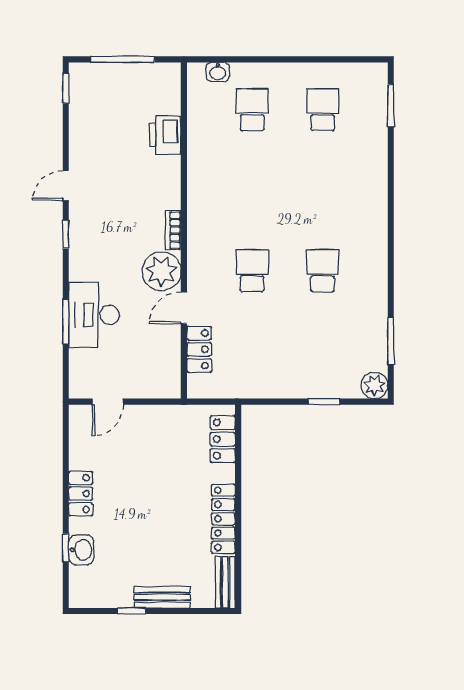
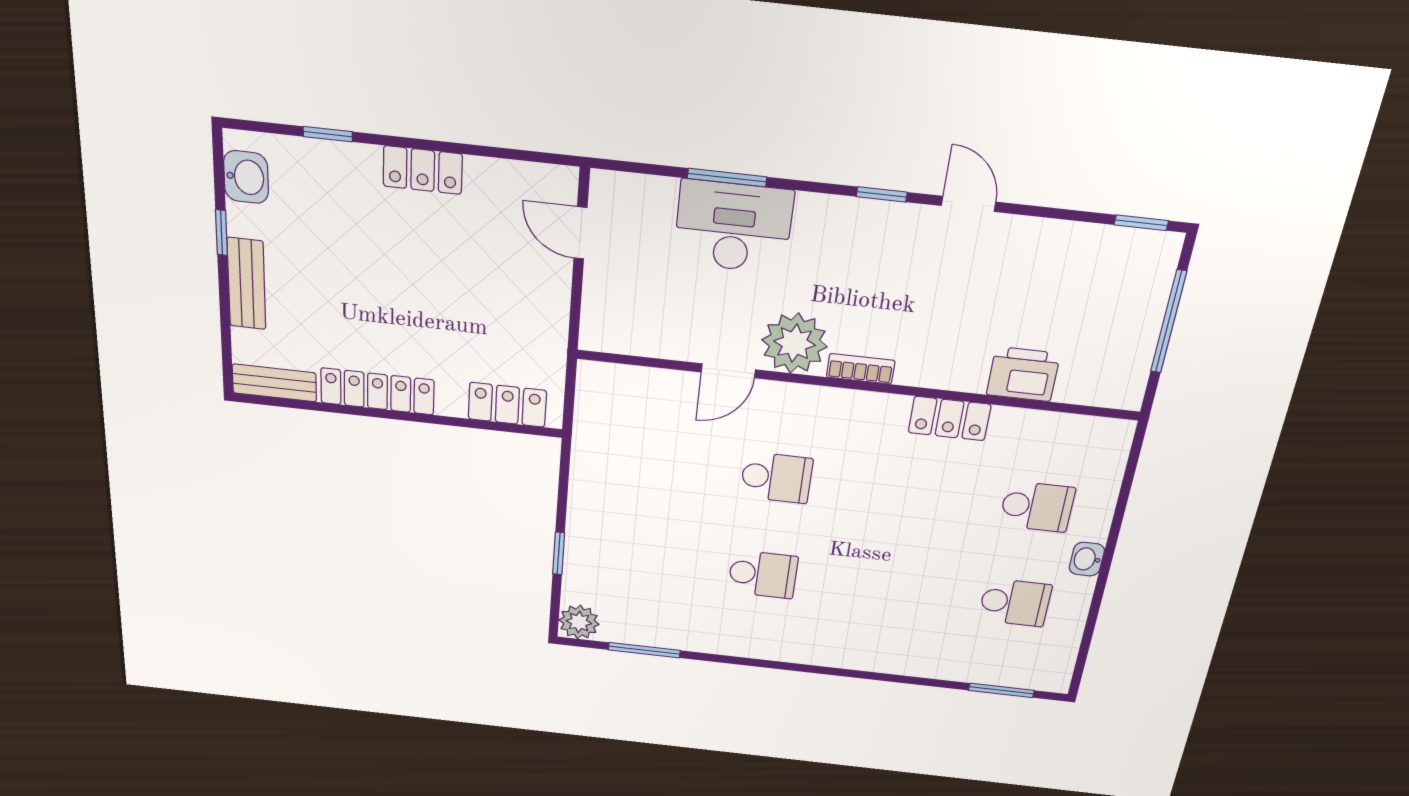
washbasin: (218, 72) -> (1087, 559), moved
door: (184, 308) -> (728, 371), swing flipped
locker: (199, 349) -> (949, 418), moved
washbasin: (81, 550) -> (246, 177), moved, turned -90

